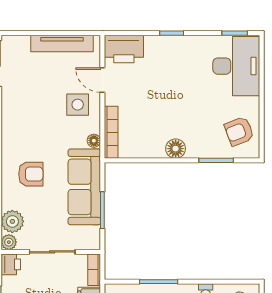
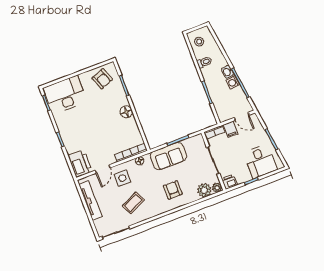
coffee table: (34, 107) -> (133, 203), added
sofa: (84, 187) -> (168, 156), width x0.73

